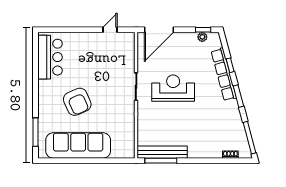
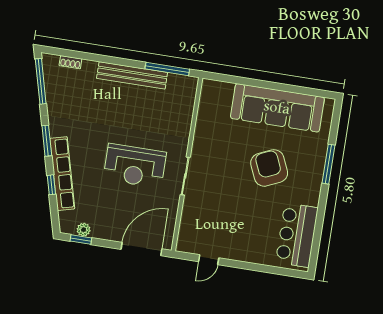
window: (35, 132) -> (328, 164), moved
bench: (162, 152) -> (132, 75), moved

